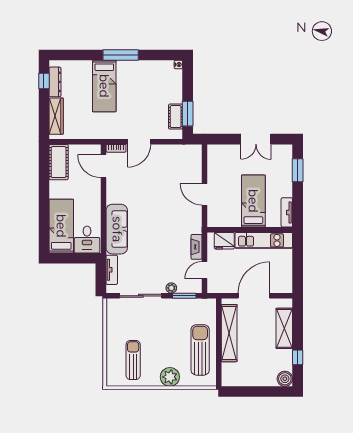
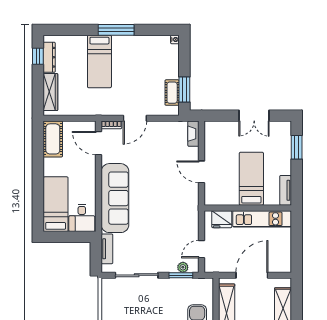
sofa: (117, 229) -> (115, 198), width x1.36, depth x1.27
fireplace: (197, 247) -> (193, 134), moved
plant: (171, 288) -> (183, 267), moved

